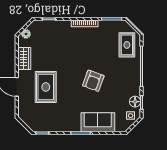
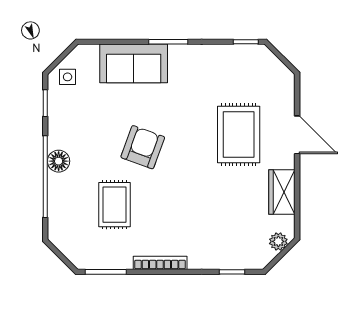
rug: (127, 45) -> (114, 205), moved
floor lamp: (135, 102) -> (59, 161), moved

